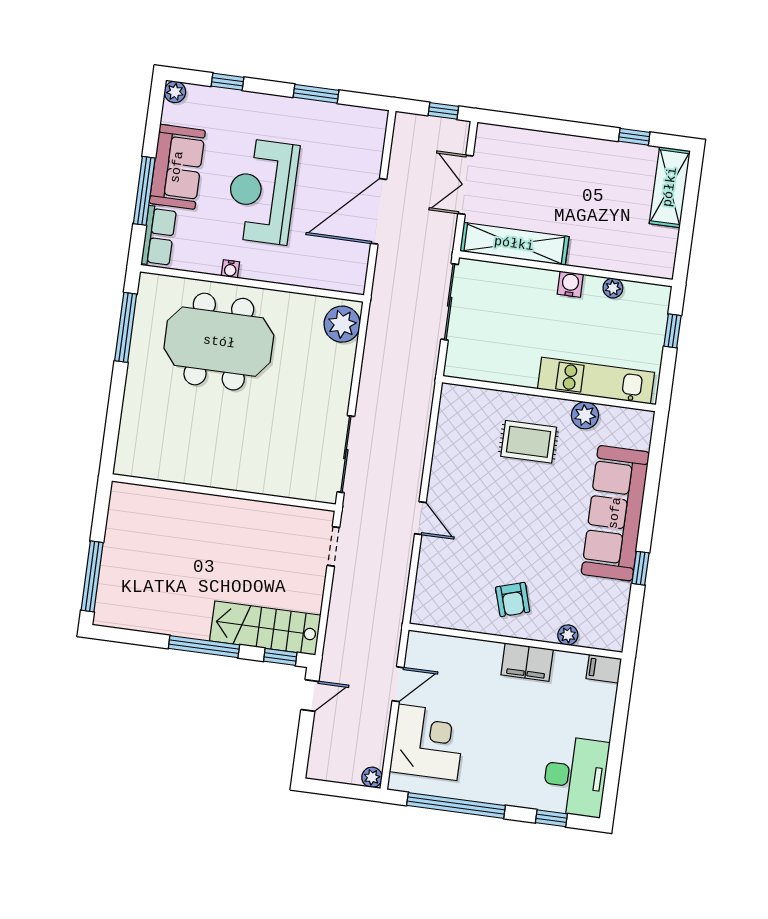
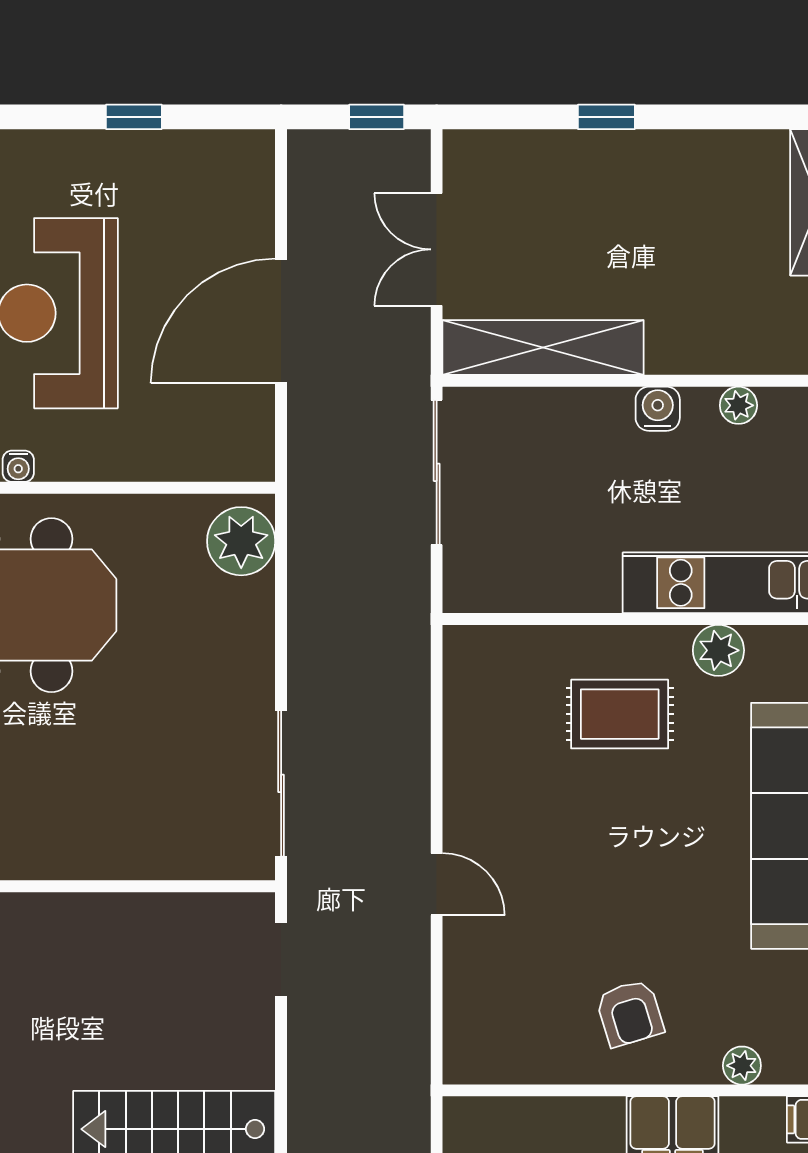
window: (316, 94) -> (134, 117), width x0.67
window: (634, 137) -> (606, 117), moved

